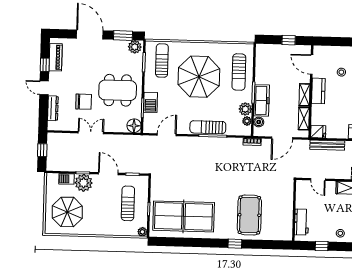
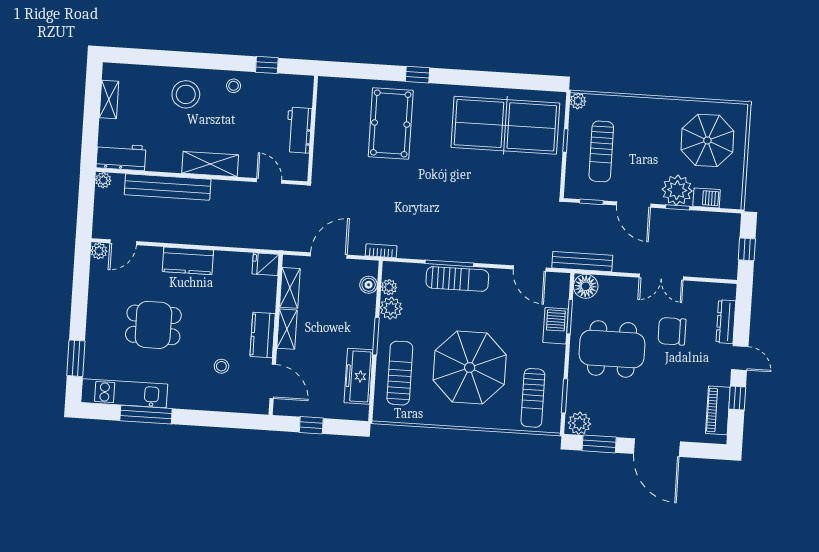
freezer: (262, 100) -> (359, 376), moved
door: (167, 135) -> (530, 269), hinge flipped
bench: (327, 145) -> (582, 262), moved
workbench: (302, 222) -> (299, 130), moved

